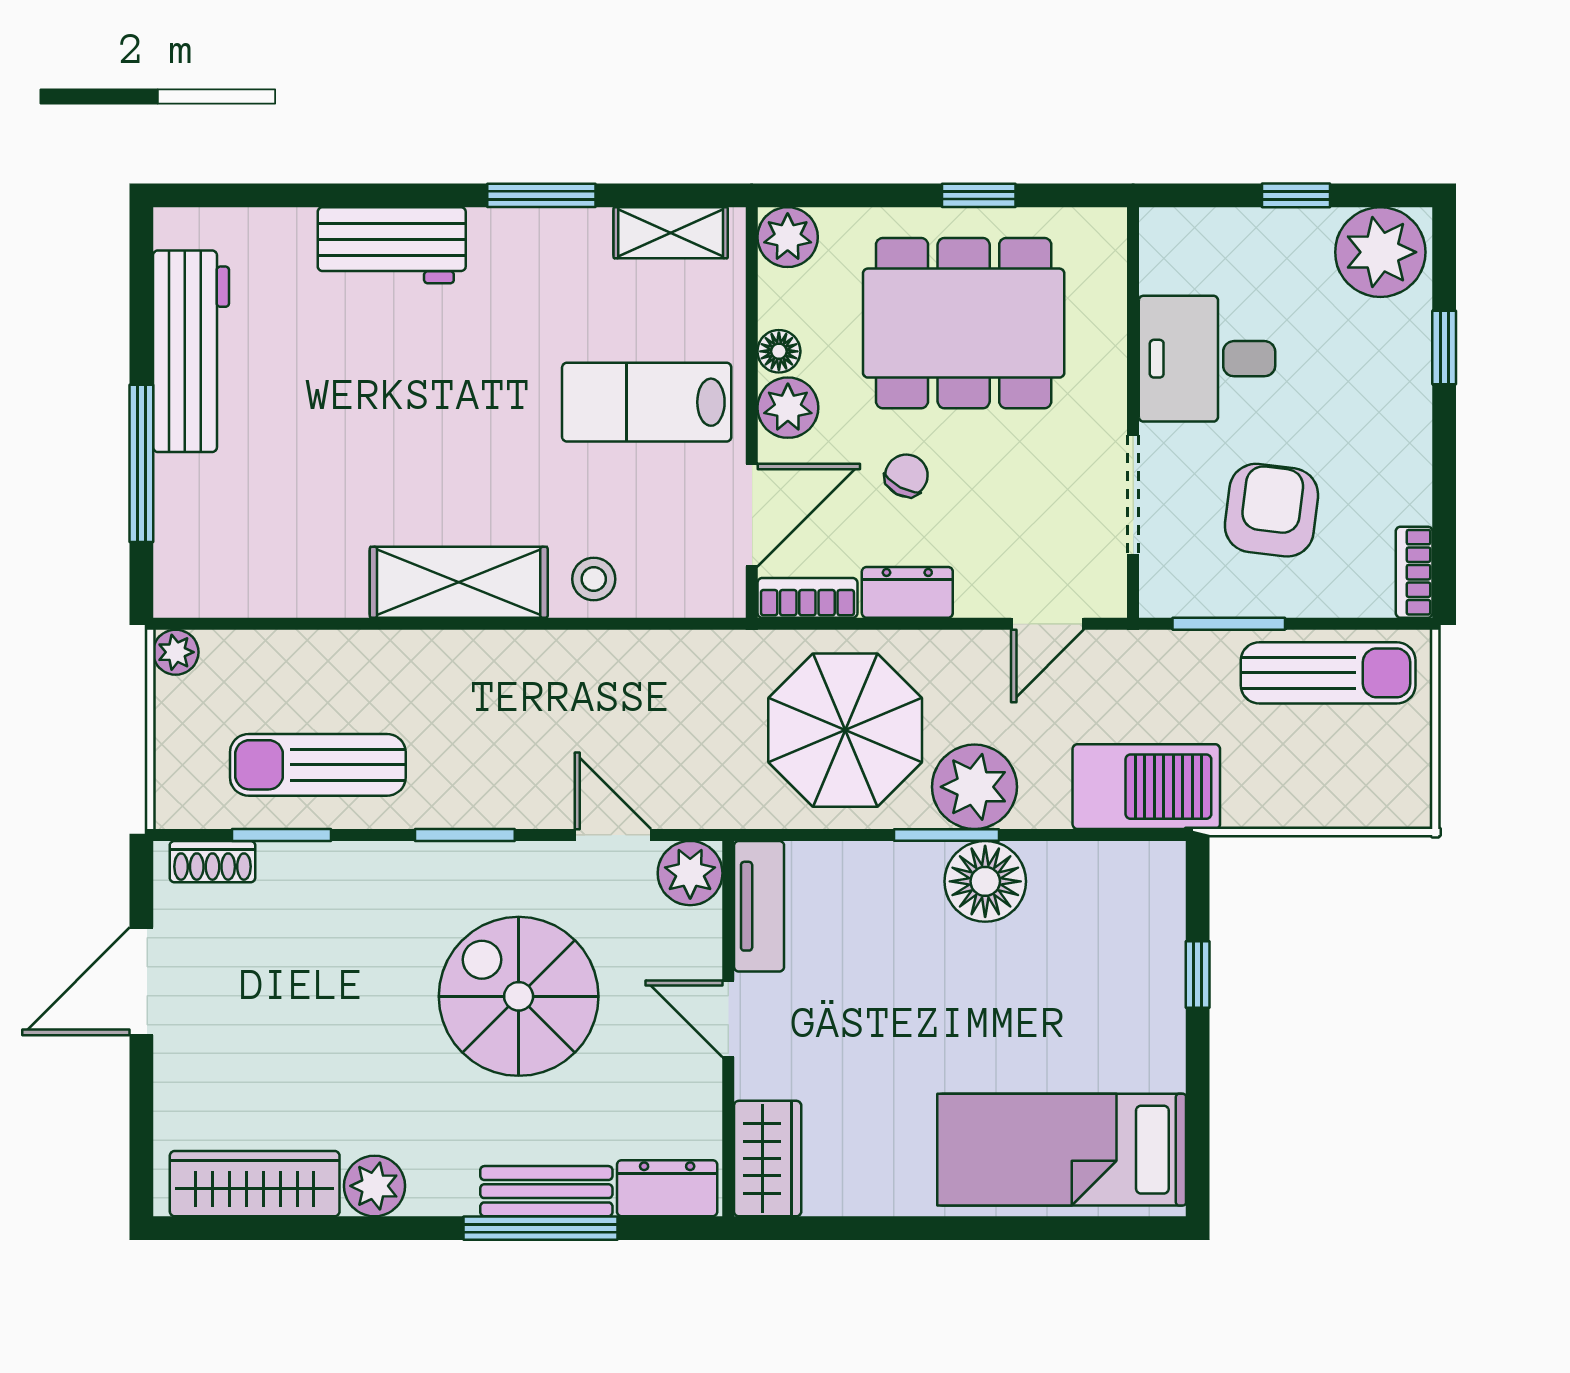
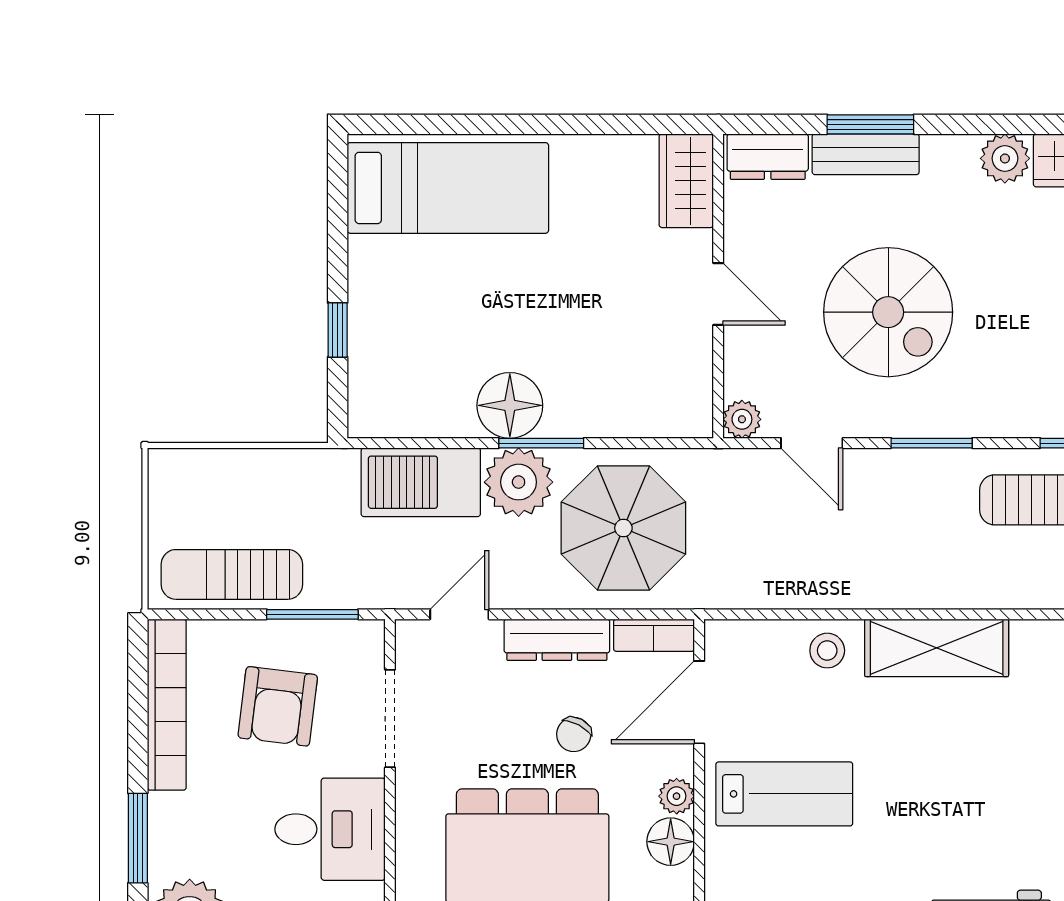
window: (1444, 348) -> (138, 838), width x1.50
floor lamp: (779, 351) -> (671, 842), width x1.37, depth x1.37
plant: (788, 408) -> (677, 796), width x0.73, depth x0.73
bookcase: (1414, 572) -> (167, 705), width x2.31, depth x1.31
dresser: (907, 592) -> (557, 640), width x1.44
barbecue: (1146, 787) -> (421, 482), moved
plant: (690, 873) -> (742, 419), width x0.73, depth x0.73
tv unit: (759, 906) -> (693, 385), removed
window: (541, 1228) -> (870, 124), width x0.69

